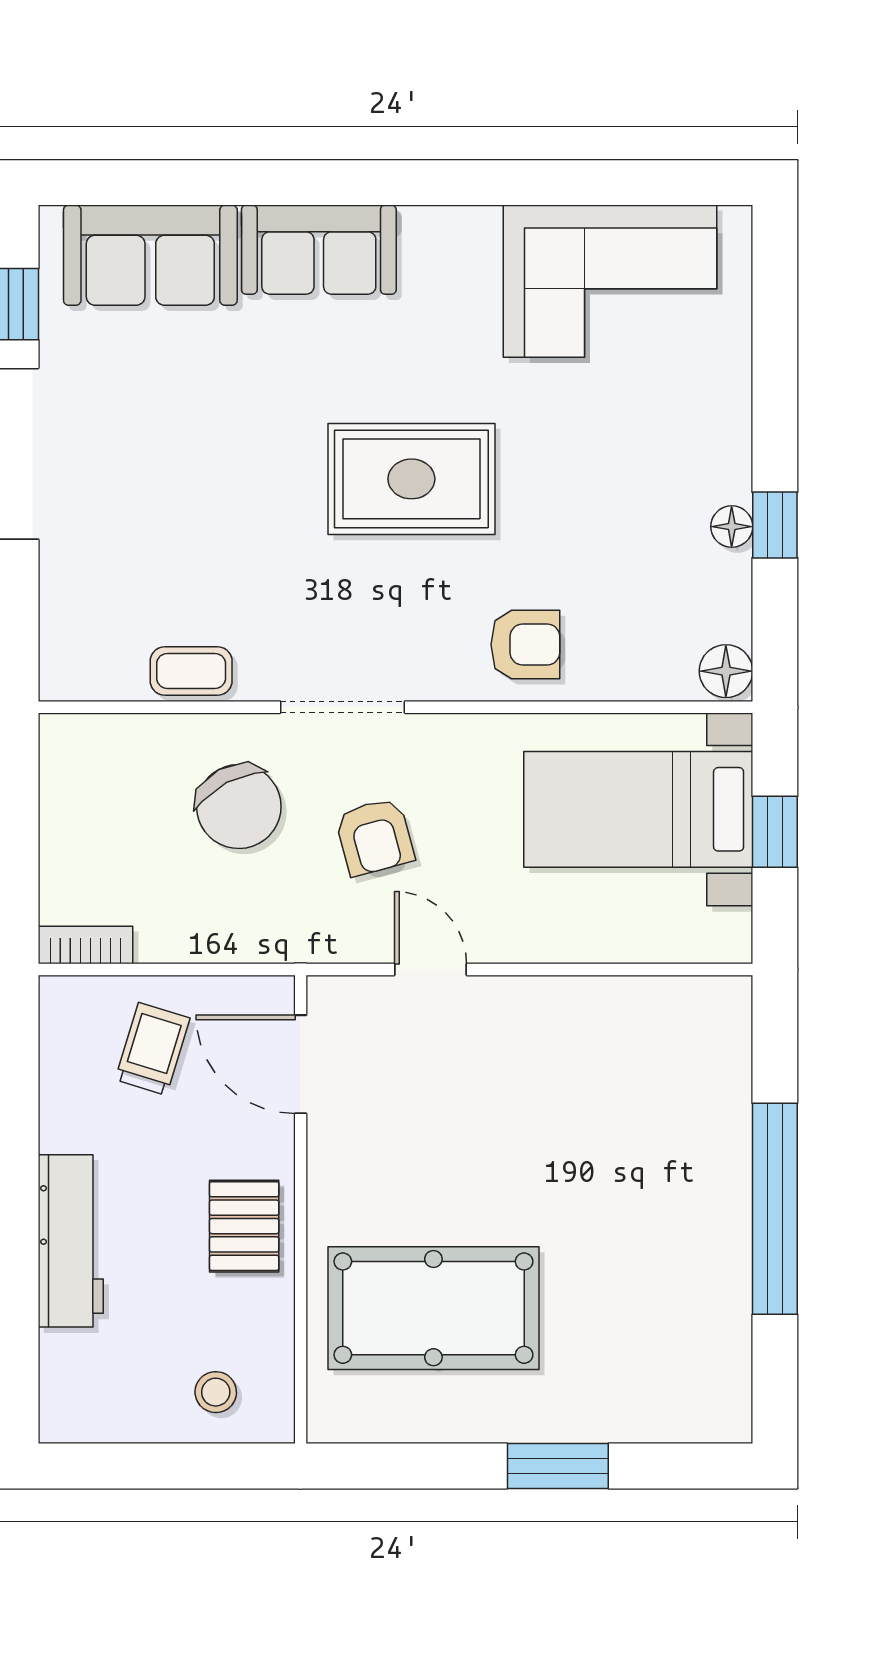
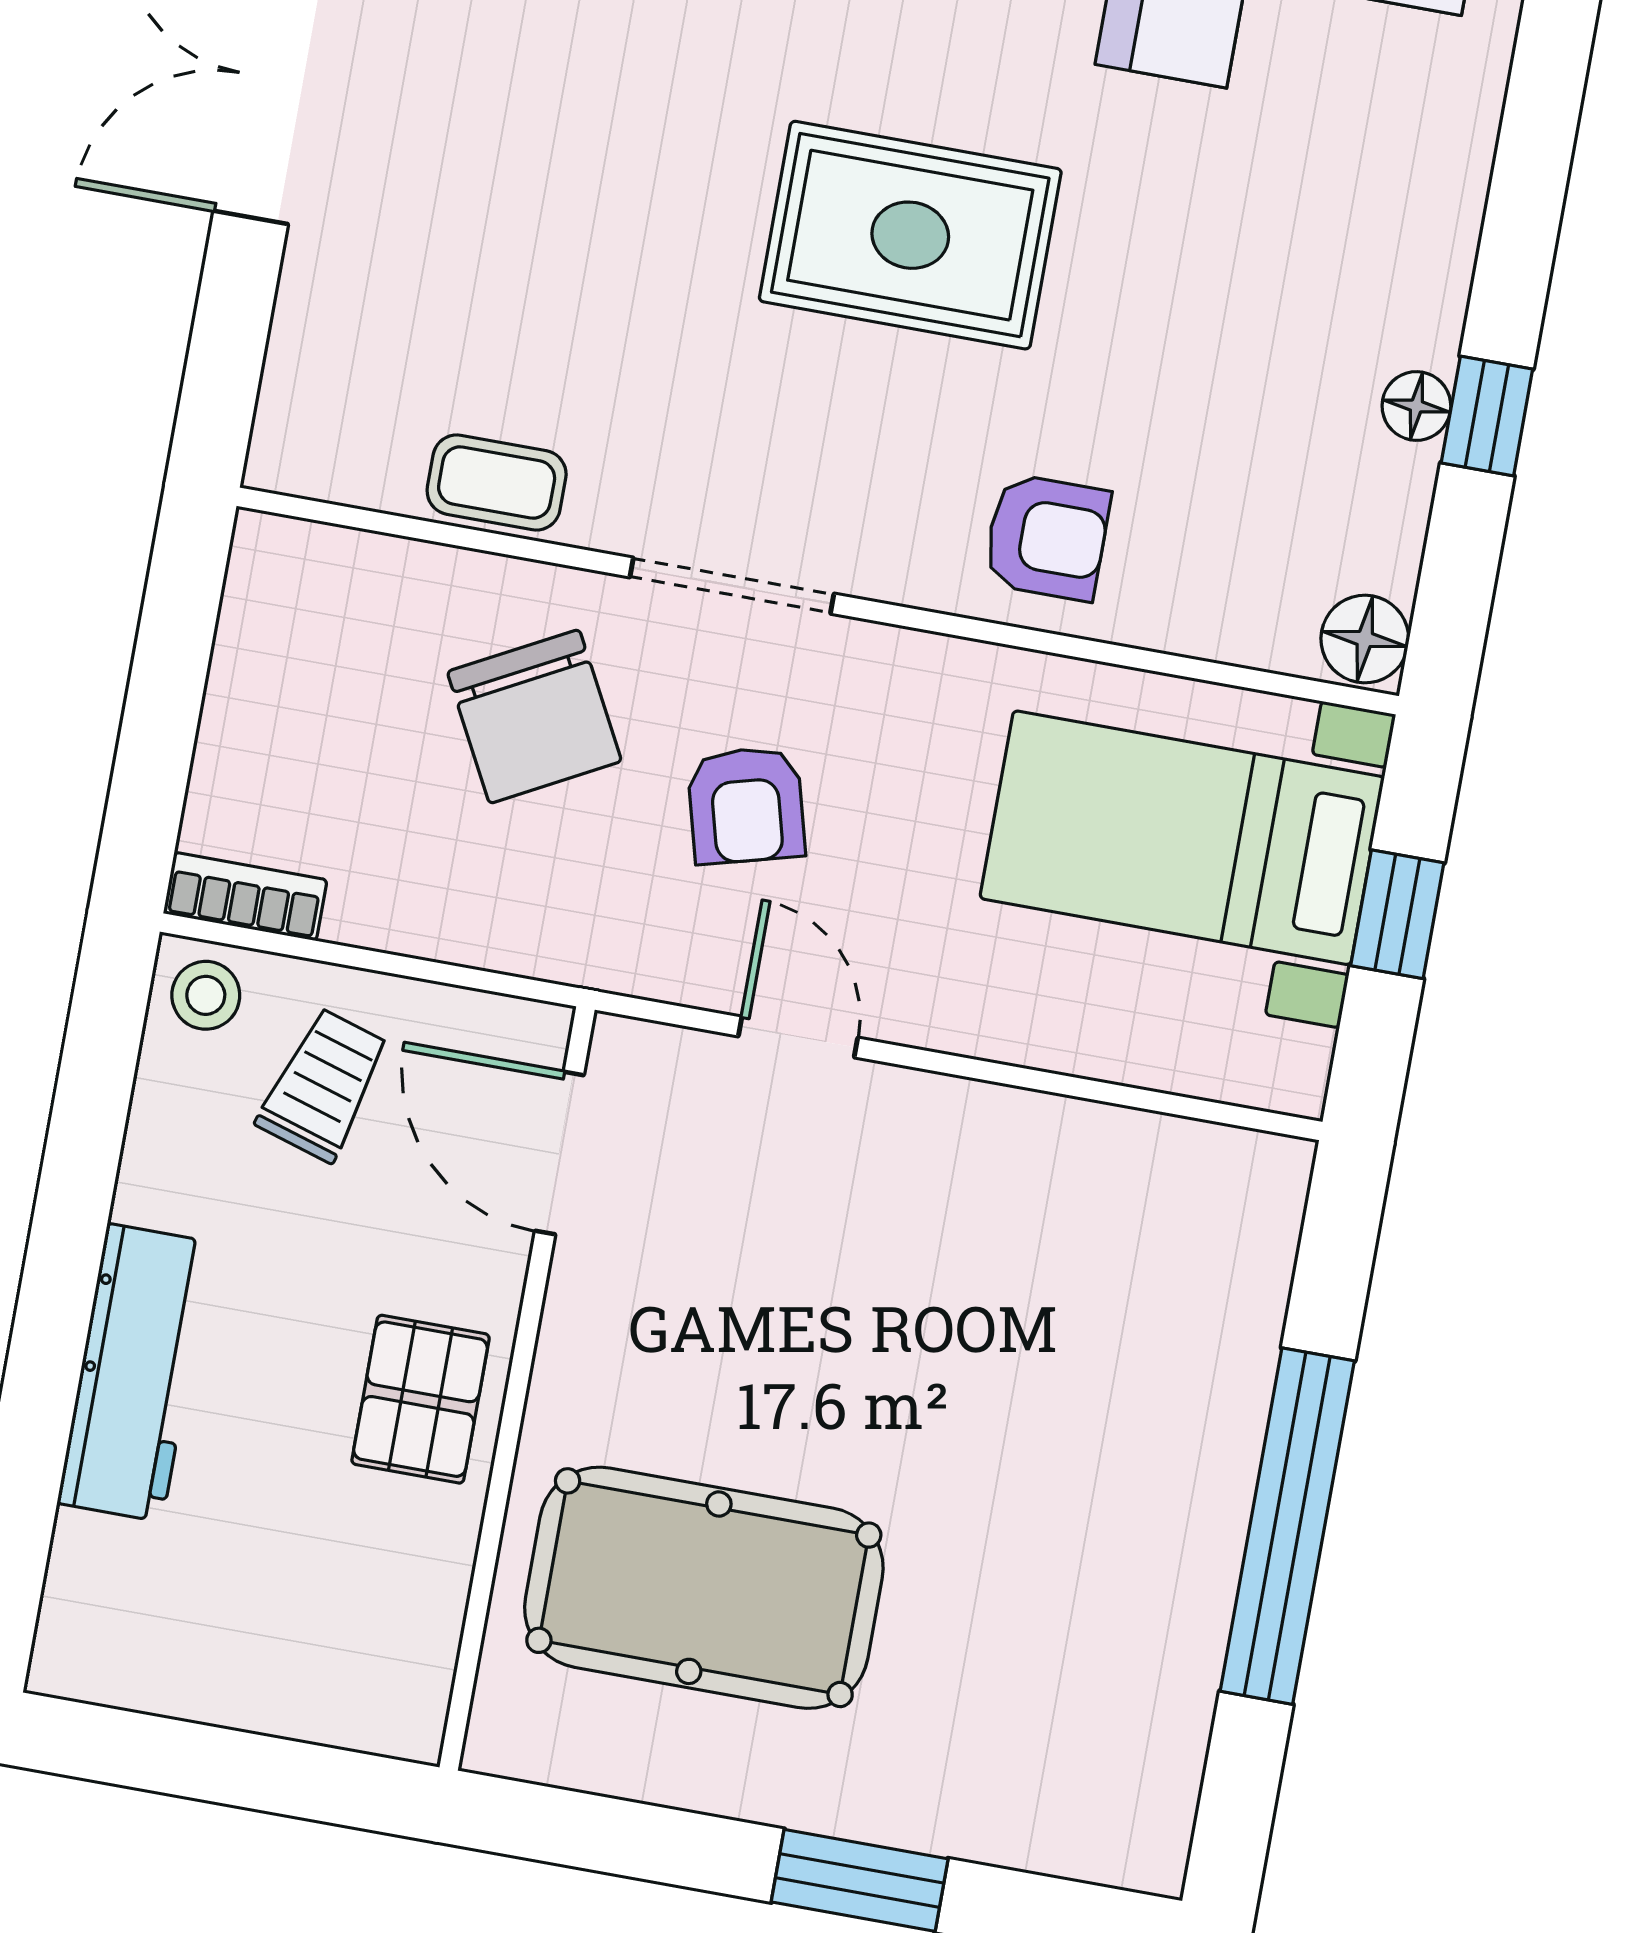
stool: (216, 1392) -> (206, 995), moved

